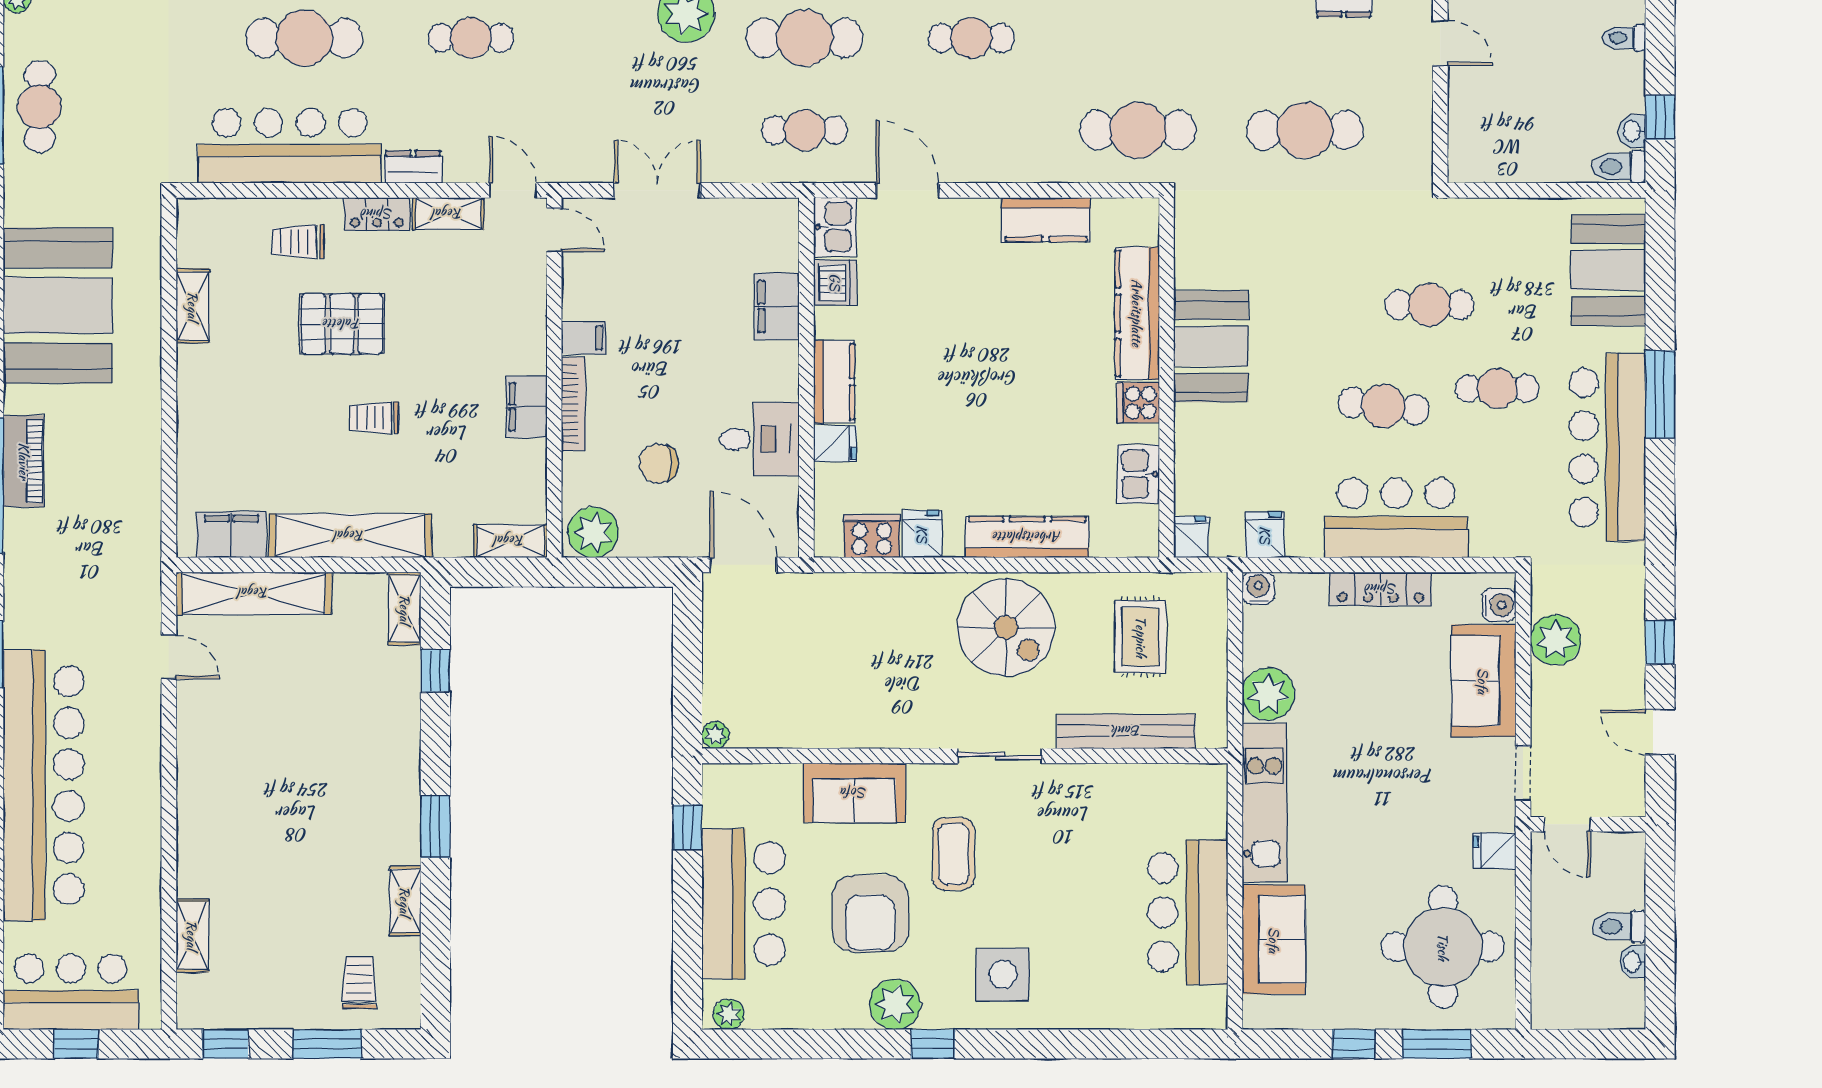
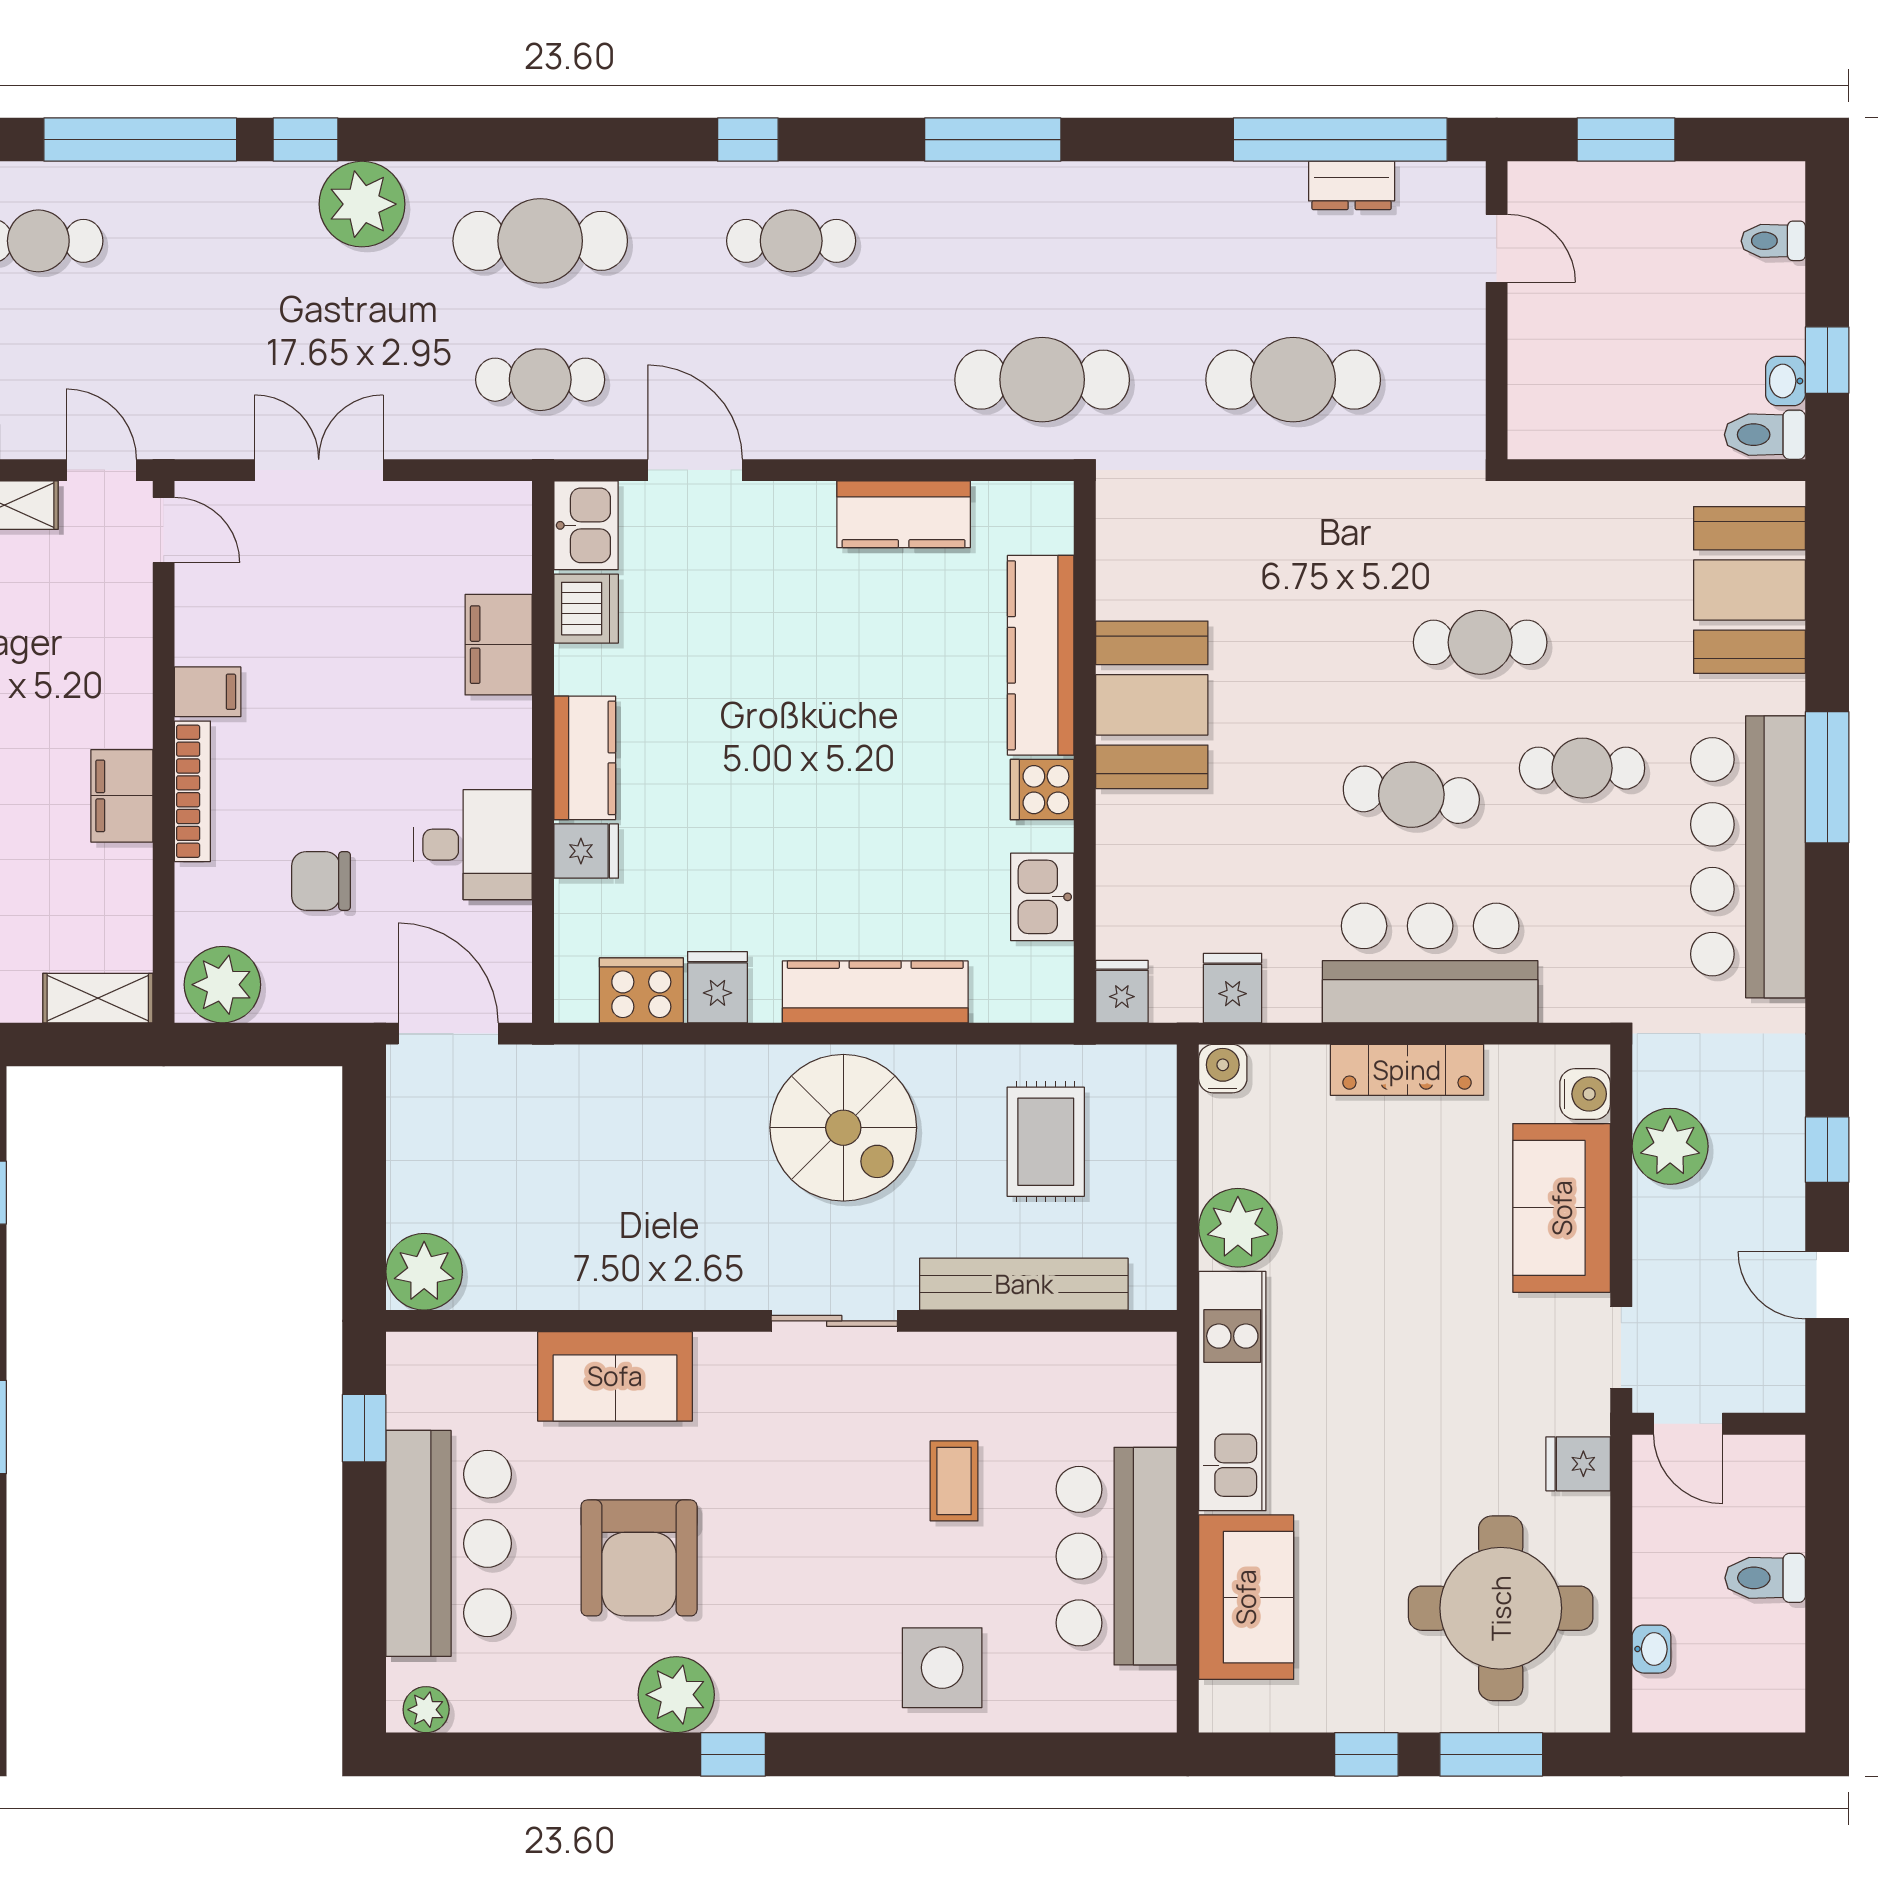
plant: (715, 735) -> (424, 1272), width x1.87, depth x1.87
coffee table: (953, 854) -> (954, 1481), moved, width x0.73, depth x0.77
washbasin: (1633, 962) -> (1651, 1649), moved, turned 180
side table: (1003, 975) -> (942, 1668), moved

